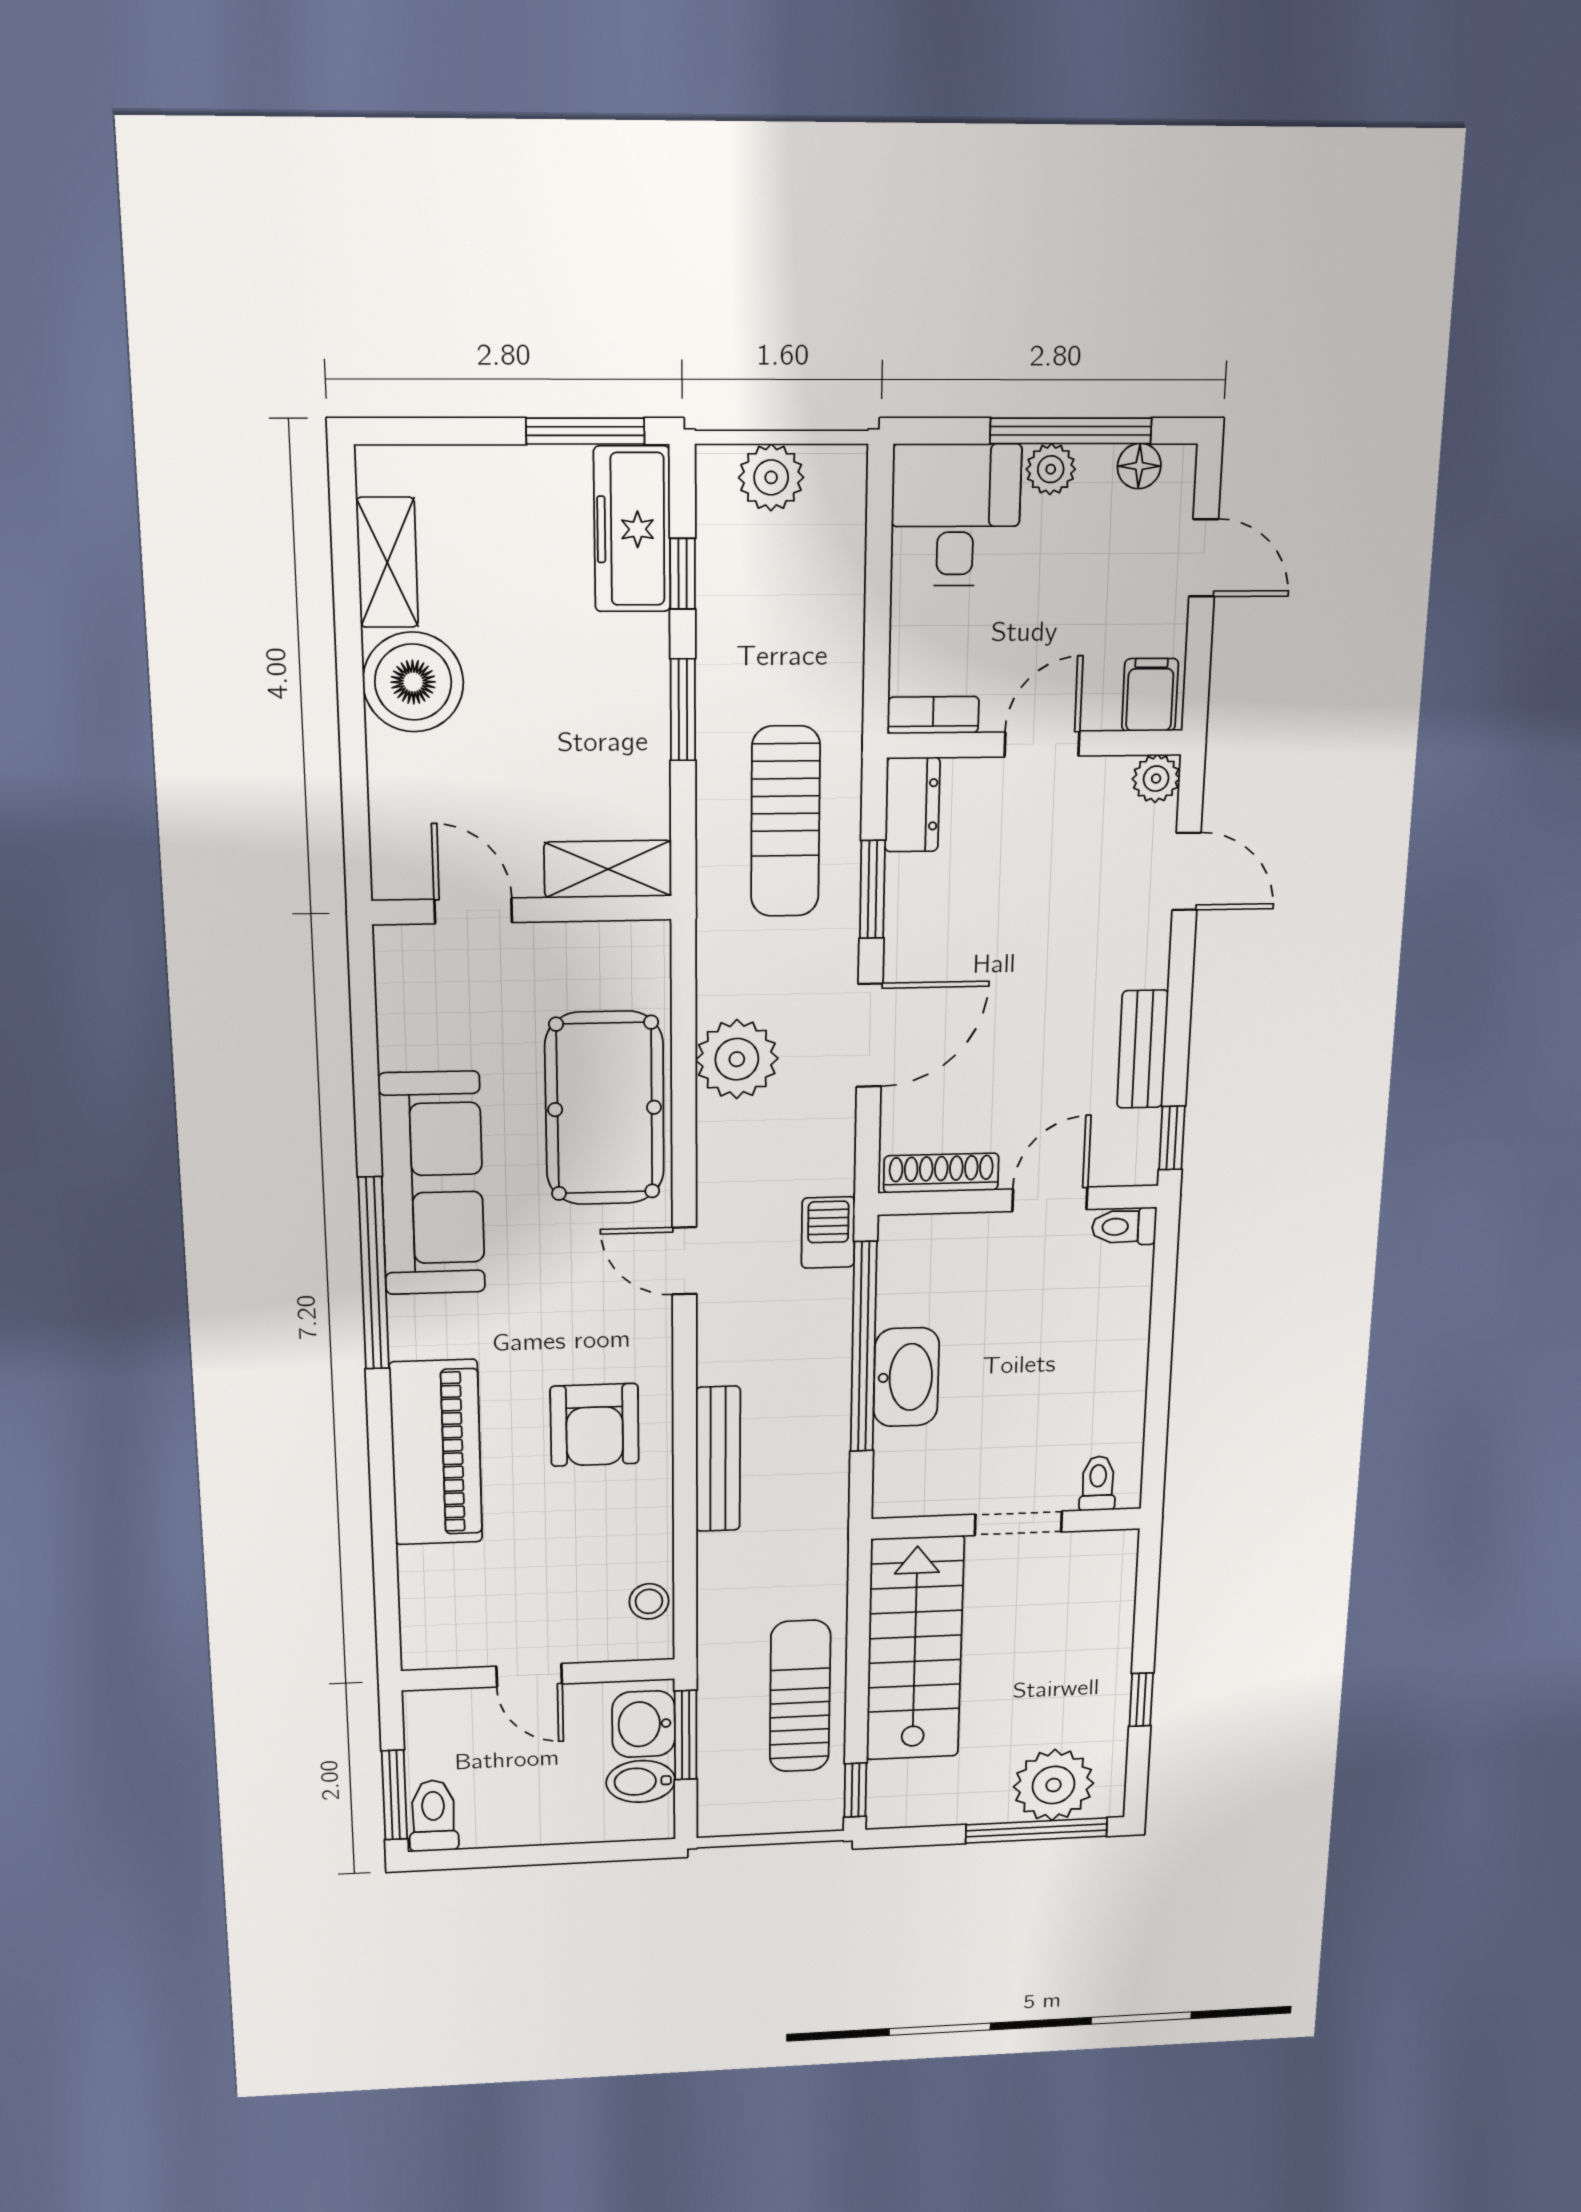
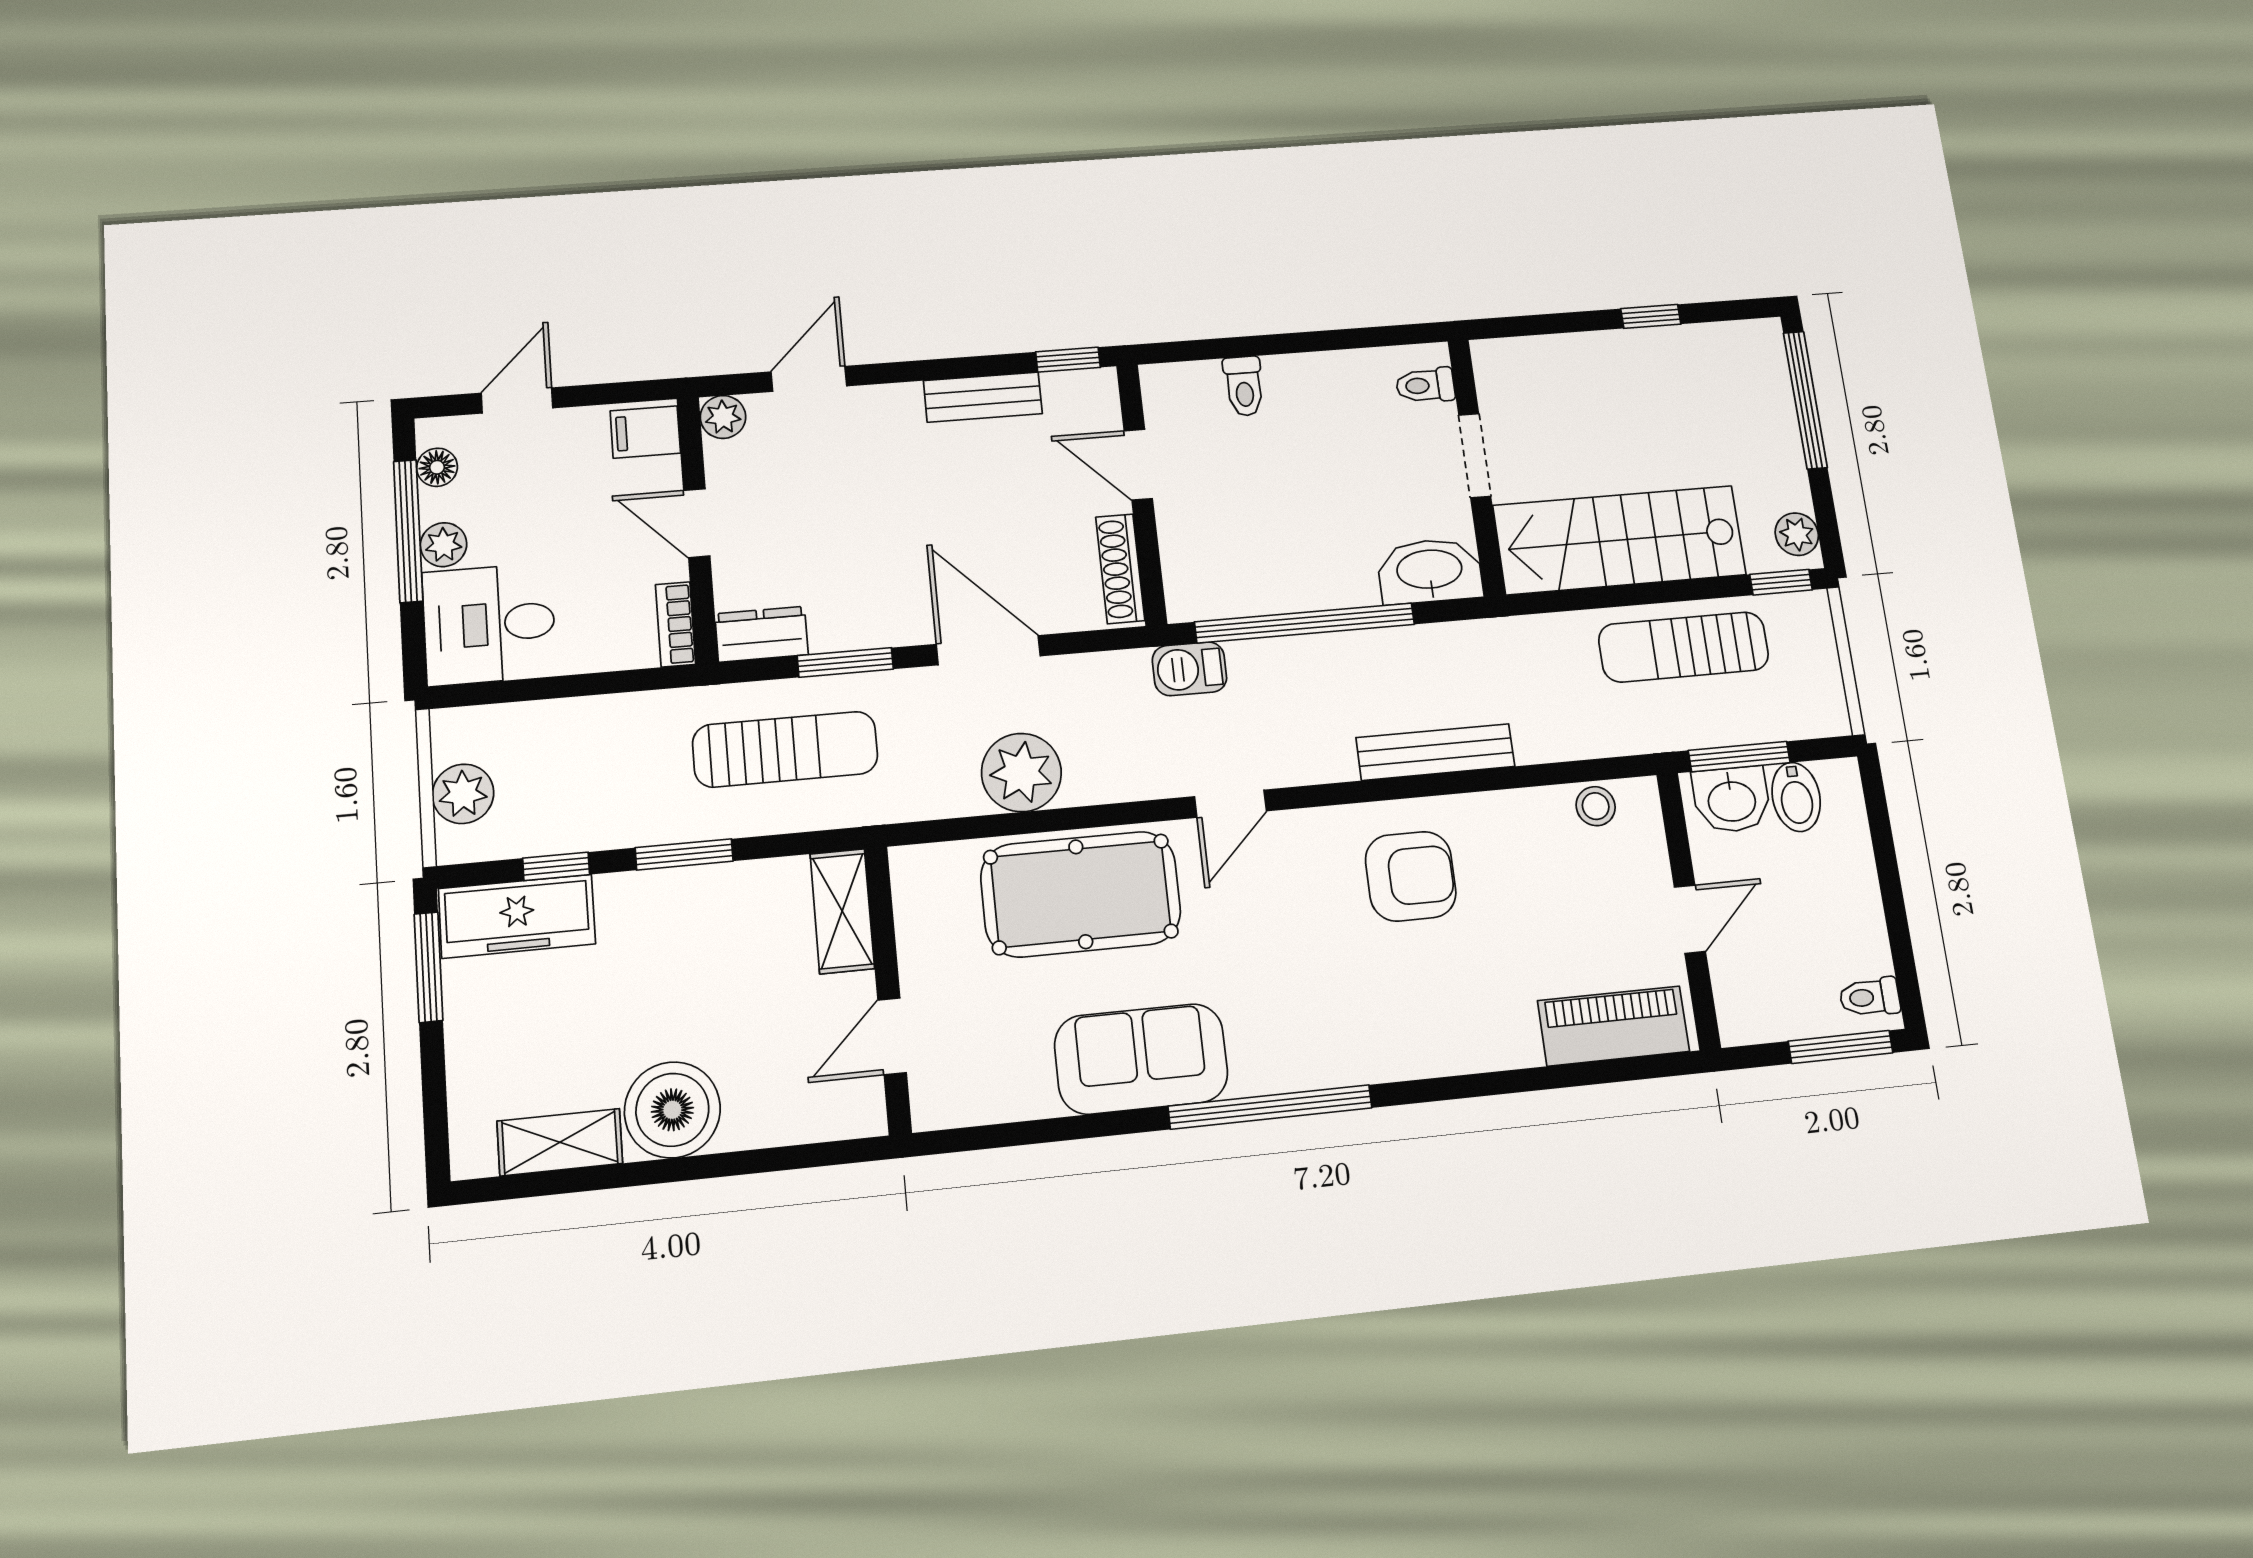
sofa: (432, 1184) -> (1141, 1059), width x0.73
toilet: (1124, 1227) -> (1244, 386), moved
washbasin: (906, 1377) -> (1430, 571), moved
piano: (436, 1453) -> (1613, 1026), moved, width x0.73, depth x0.75
plant: (1054, 1785) -> (1797, 534), moved, width x0.53, depth x0.53
toilet: (433, 1816) -> (1870, 997), width x0.73, depth x0.72

